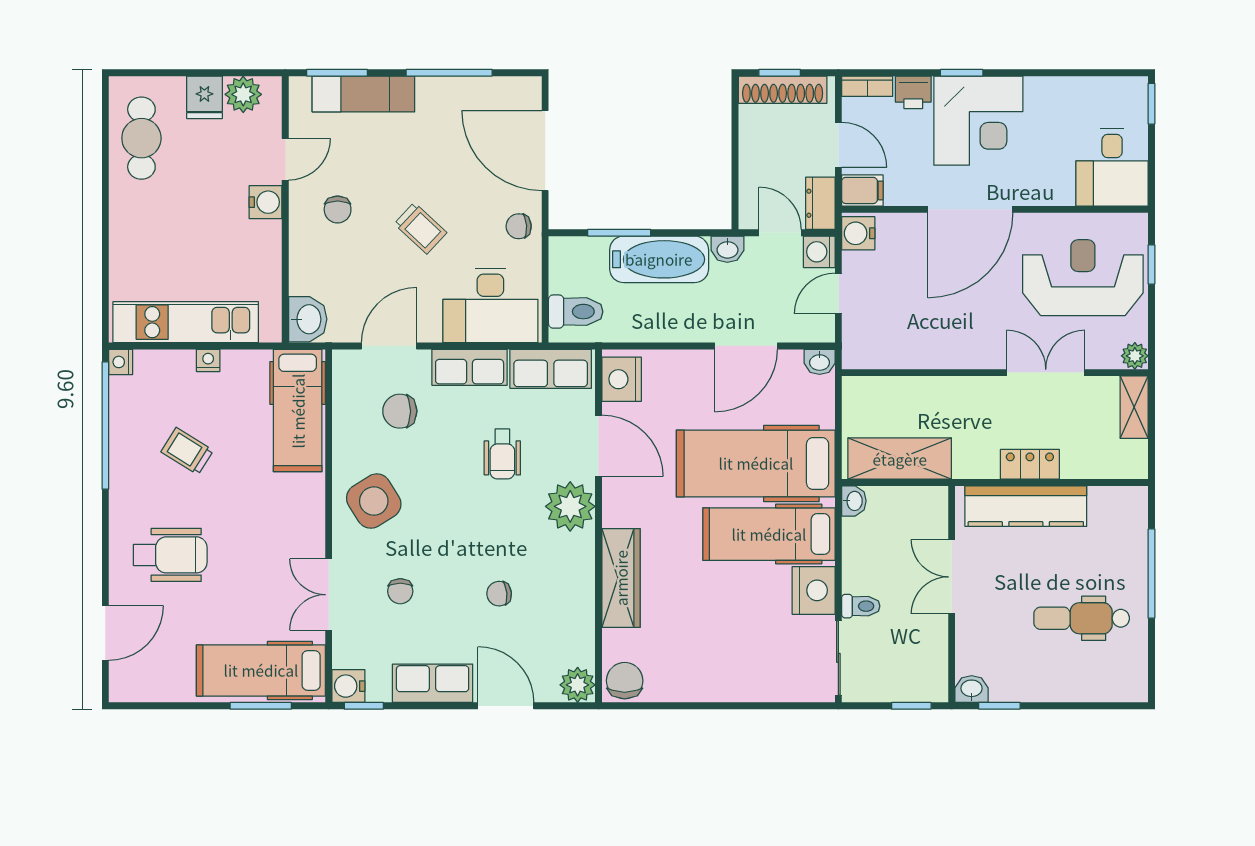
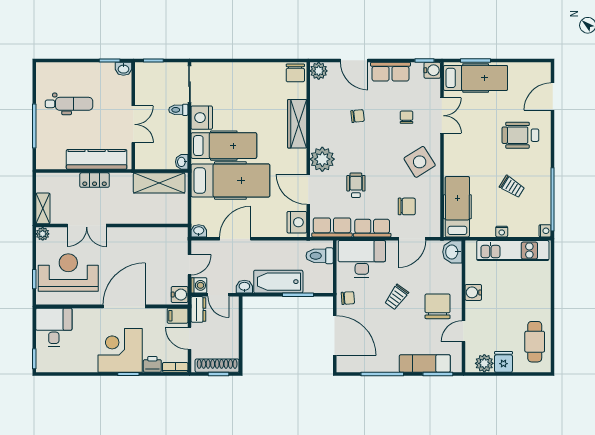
water cooler: (265, 202) -> (473, 292), moved
chair: (338, 209) -> (438, 306), width x1.87, depth x1.87
trolley: (420, 228) -> (396, 297), turned -97
reception desk: (1083, 278) -> (68, 273), turned 180

